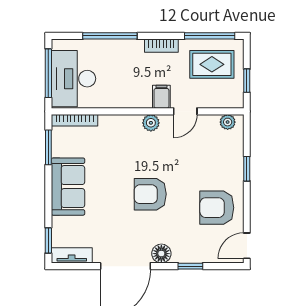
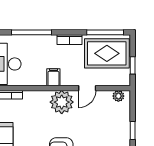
rug: (212, 64) -> (107, 53), width x1.36, depth x1.43
filing cabinet: (161, 97) -> (53, 77), moved
plant: (151, 123) -> (62, 102), width x1.88, depth x1.88

